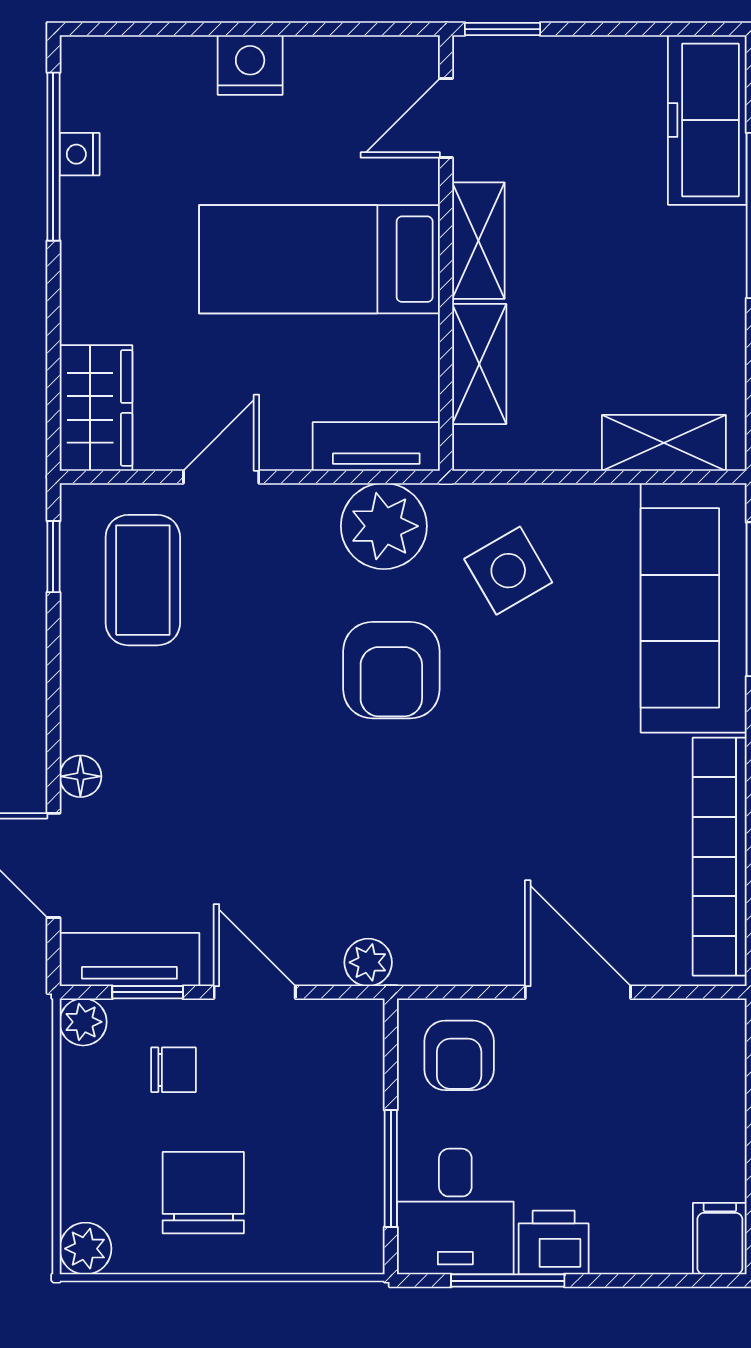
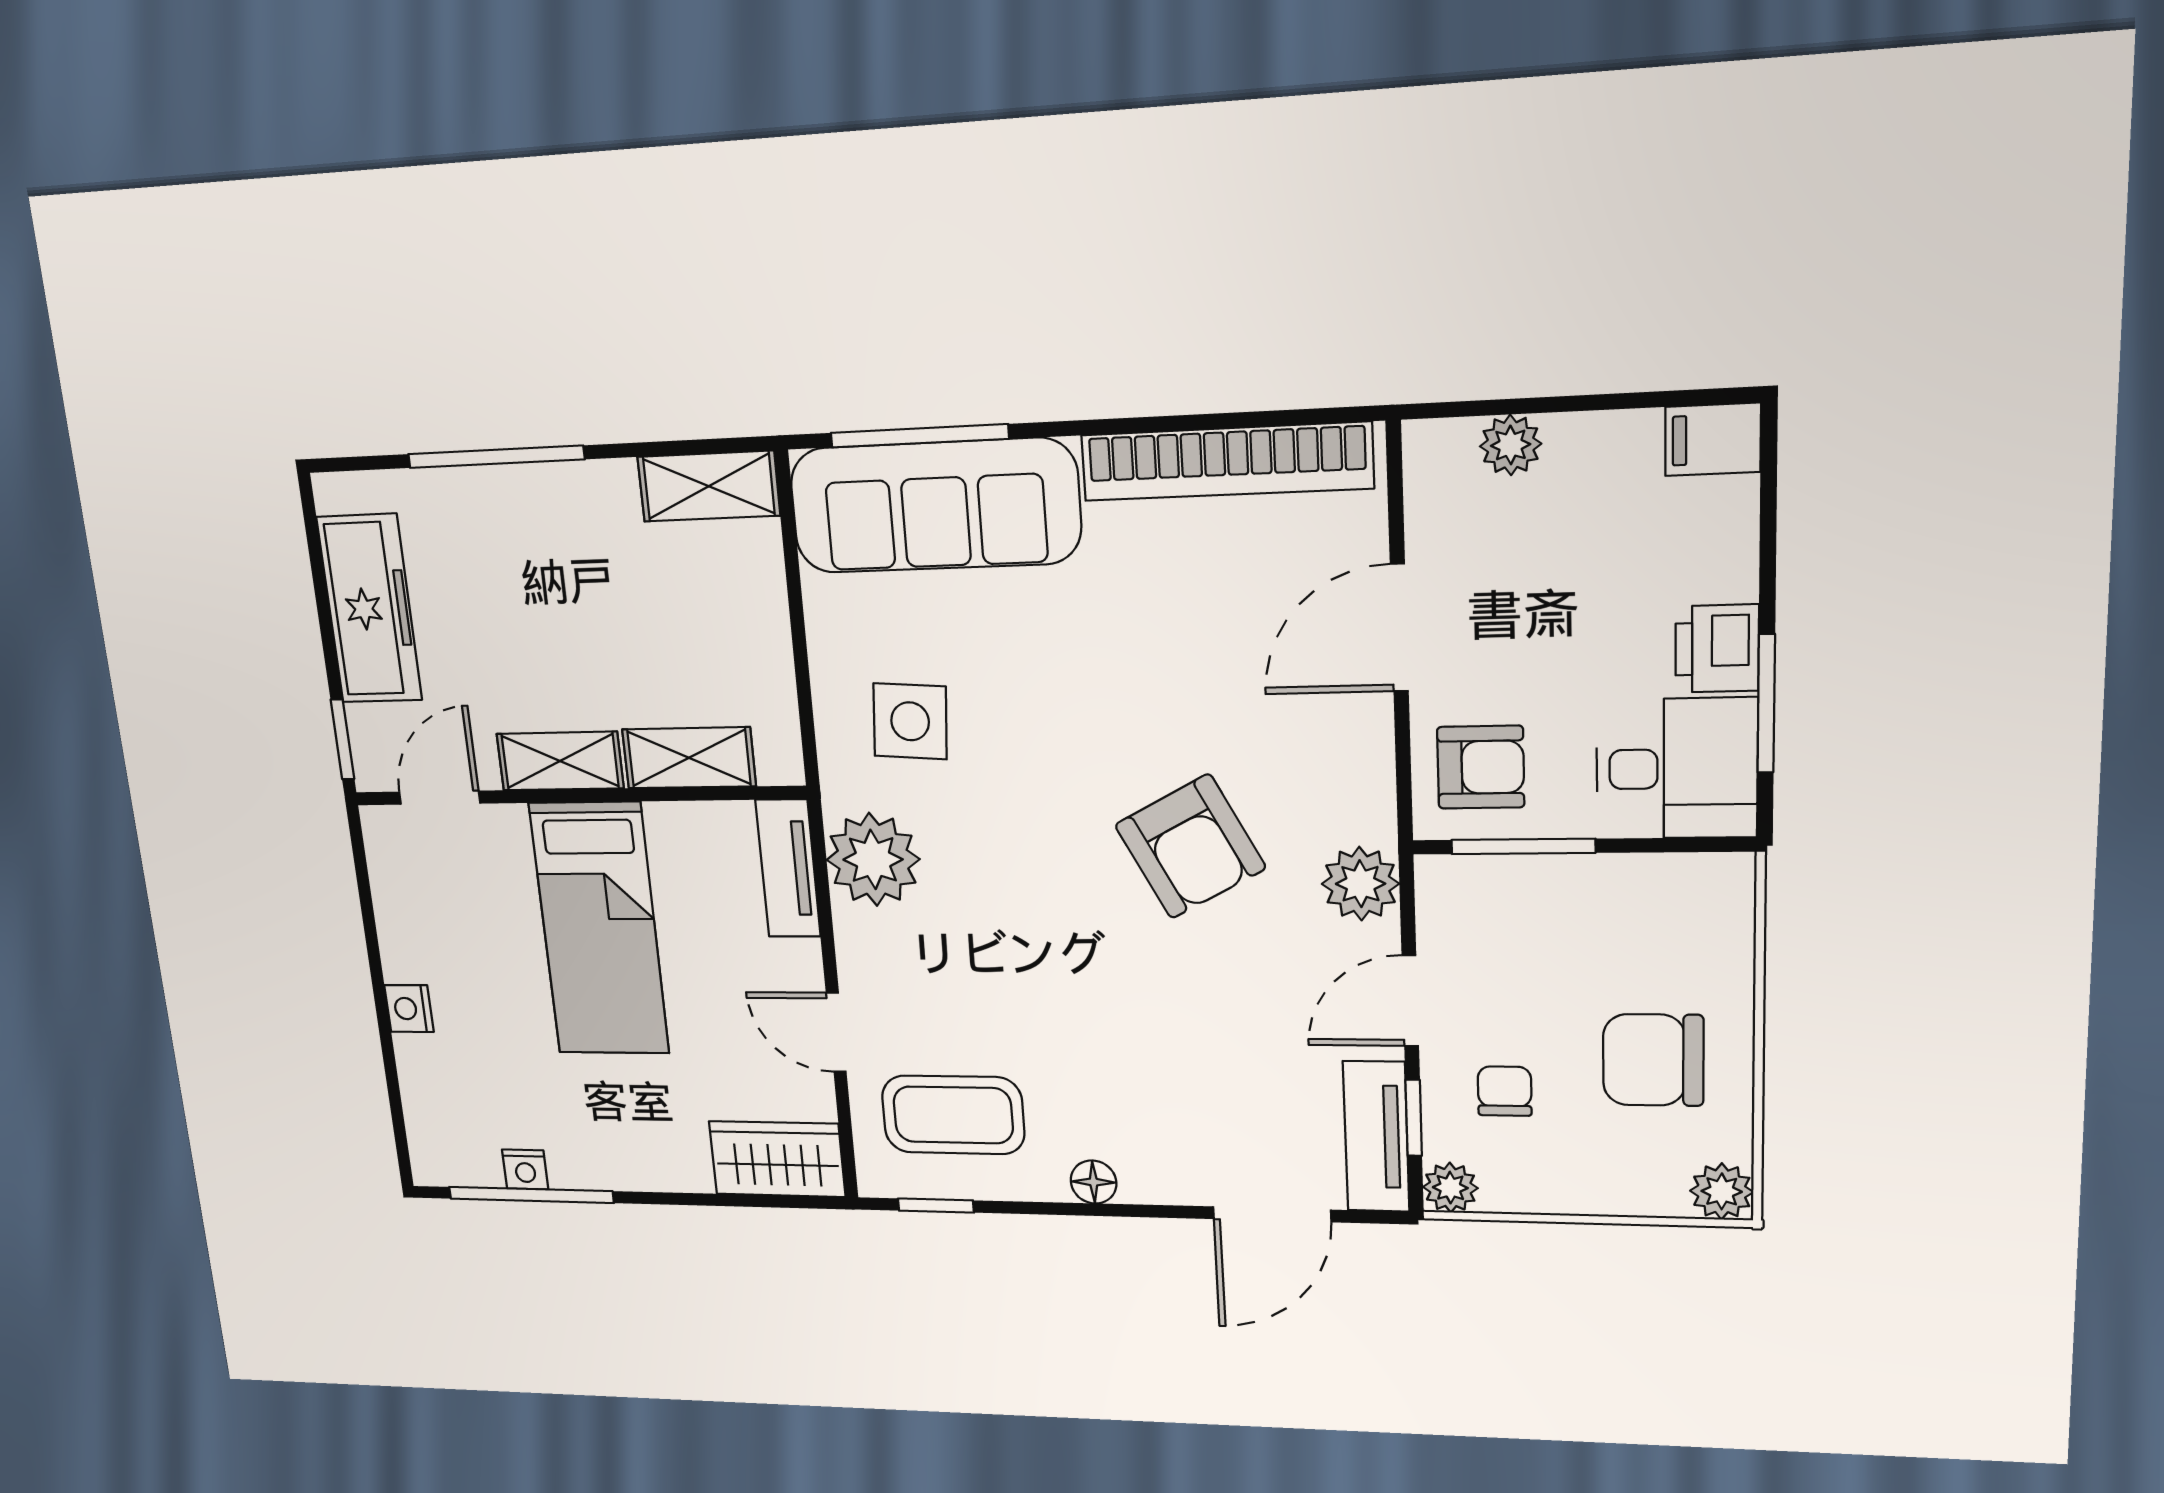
nightstand: (250, 65) -> (409, 1009), width x0.72, depth x0.74
door: (446, 118) -> (440, 798), swing flipped
freezer: (707, 120) -> (369, 609), moved, turned -90
shelving: (664, 443) -> (709, 486), moved, turned 90
side table: (508, 571) -> (910, 721), turned 34
armchair: (391, 670) -> (1190, 846), moved, turned 62
floor lamp: (80, 776) -> (1094, 1182), moved
plant: (368, 962) -> (1360, 884), width x1.38, depth x1.38
plant: (723, 1084) -> (1511, 445), added
window: (391, 1169) -> (1523, 846), moved

